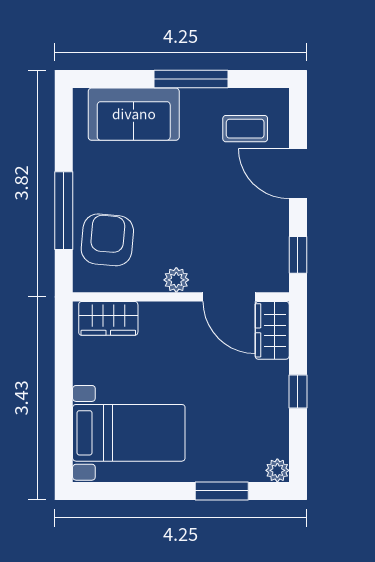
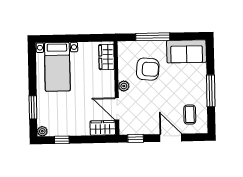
sofa: (134, 114) -> (187, 51), moved, turned -90
door: (298, 174) -> (171, 138), hinge flipped
armchair: (107, 240) -> (148, 69), moved
door: (229, 297) -> (117, 109), hinge flipped
window: (298, 391) -> (62, 140), moved

